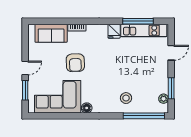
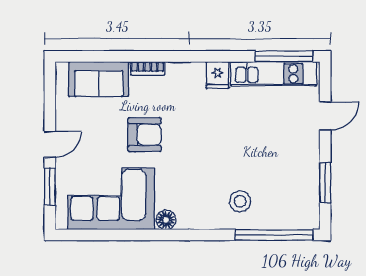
window: (138, 21) -> (284, 56), moved
armchair: (75, 63) -> (144, 135), turned -88
plant: (164, 99) -> (311, 202), removed

